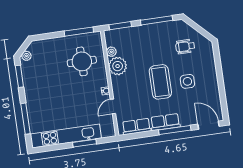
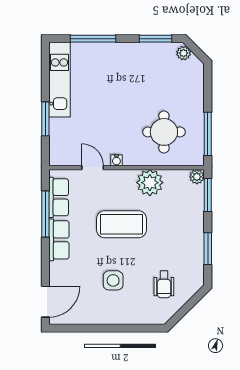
window: (157, 20) -> (208, 249), width x0.69
wheelchair: (185, 47) -> (164, 284), turned 180
plant: (111, 52) -> (197, 177), moved
coffee table: (160, 82) -> (122, 224), moved
window: (175, 130) -> (45, 214), moved
kitchen unit: (66, 136) -> (59, 80), width x0.73

